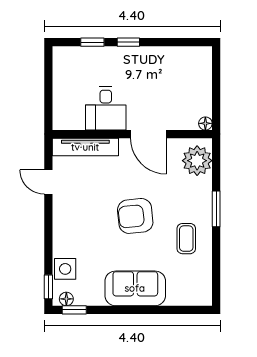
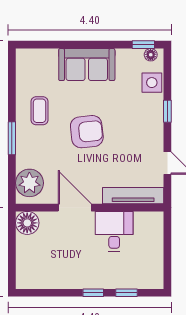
floor lamp: (205, 123) -> (27, 223), width x1.89, depth x1.89
window: (48, 287) -> (167, 111), moved

